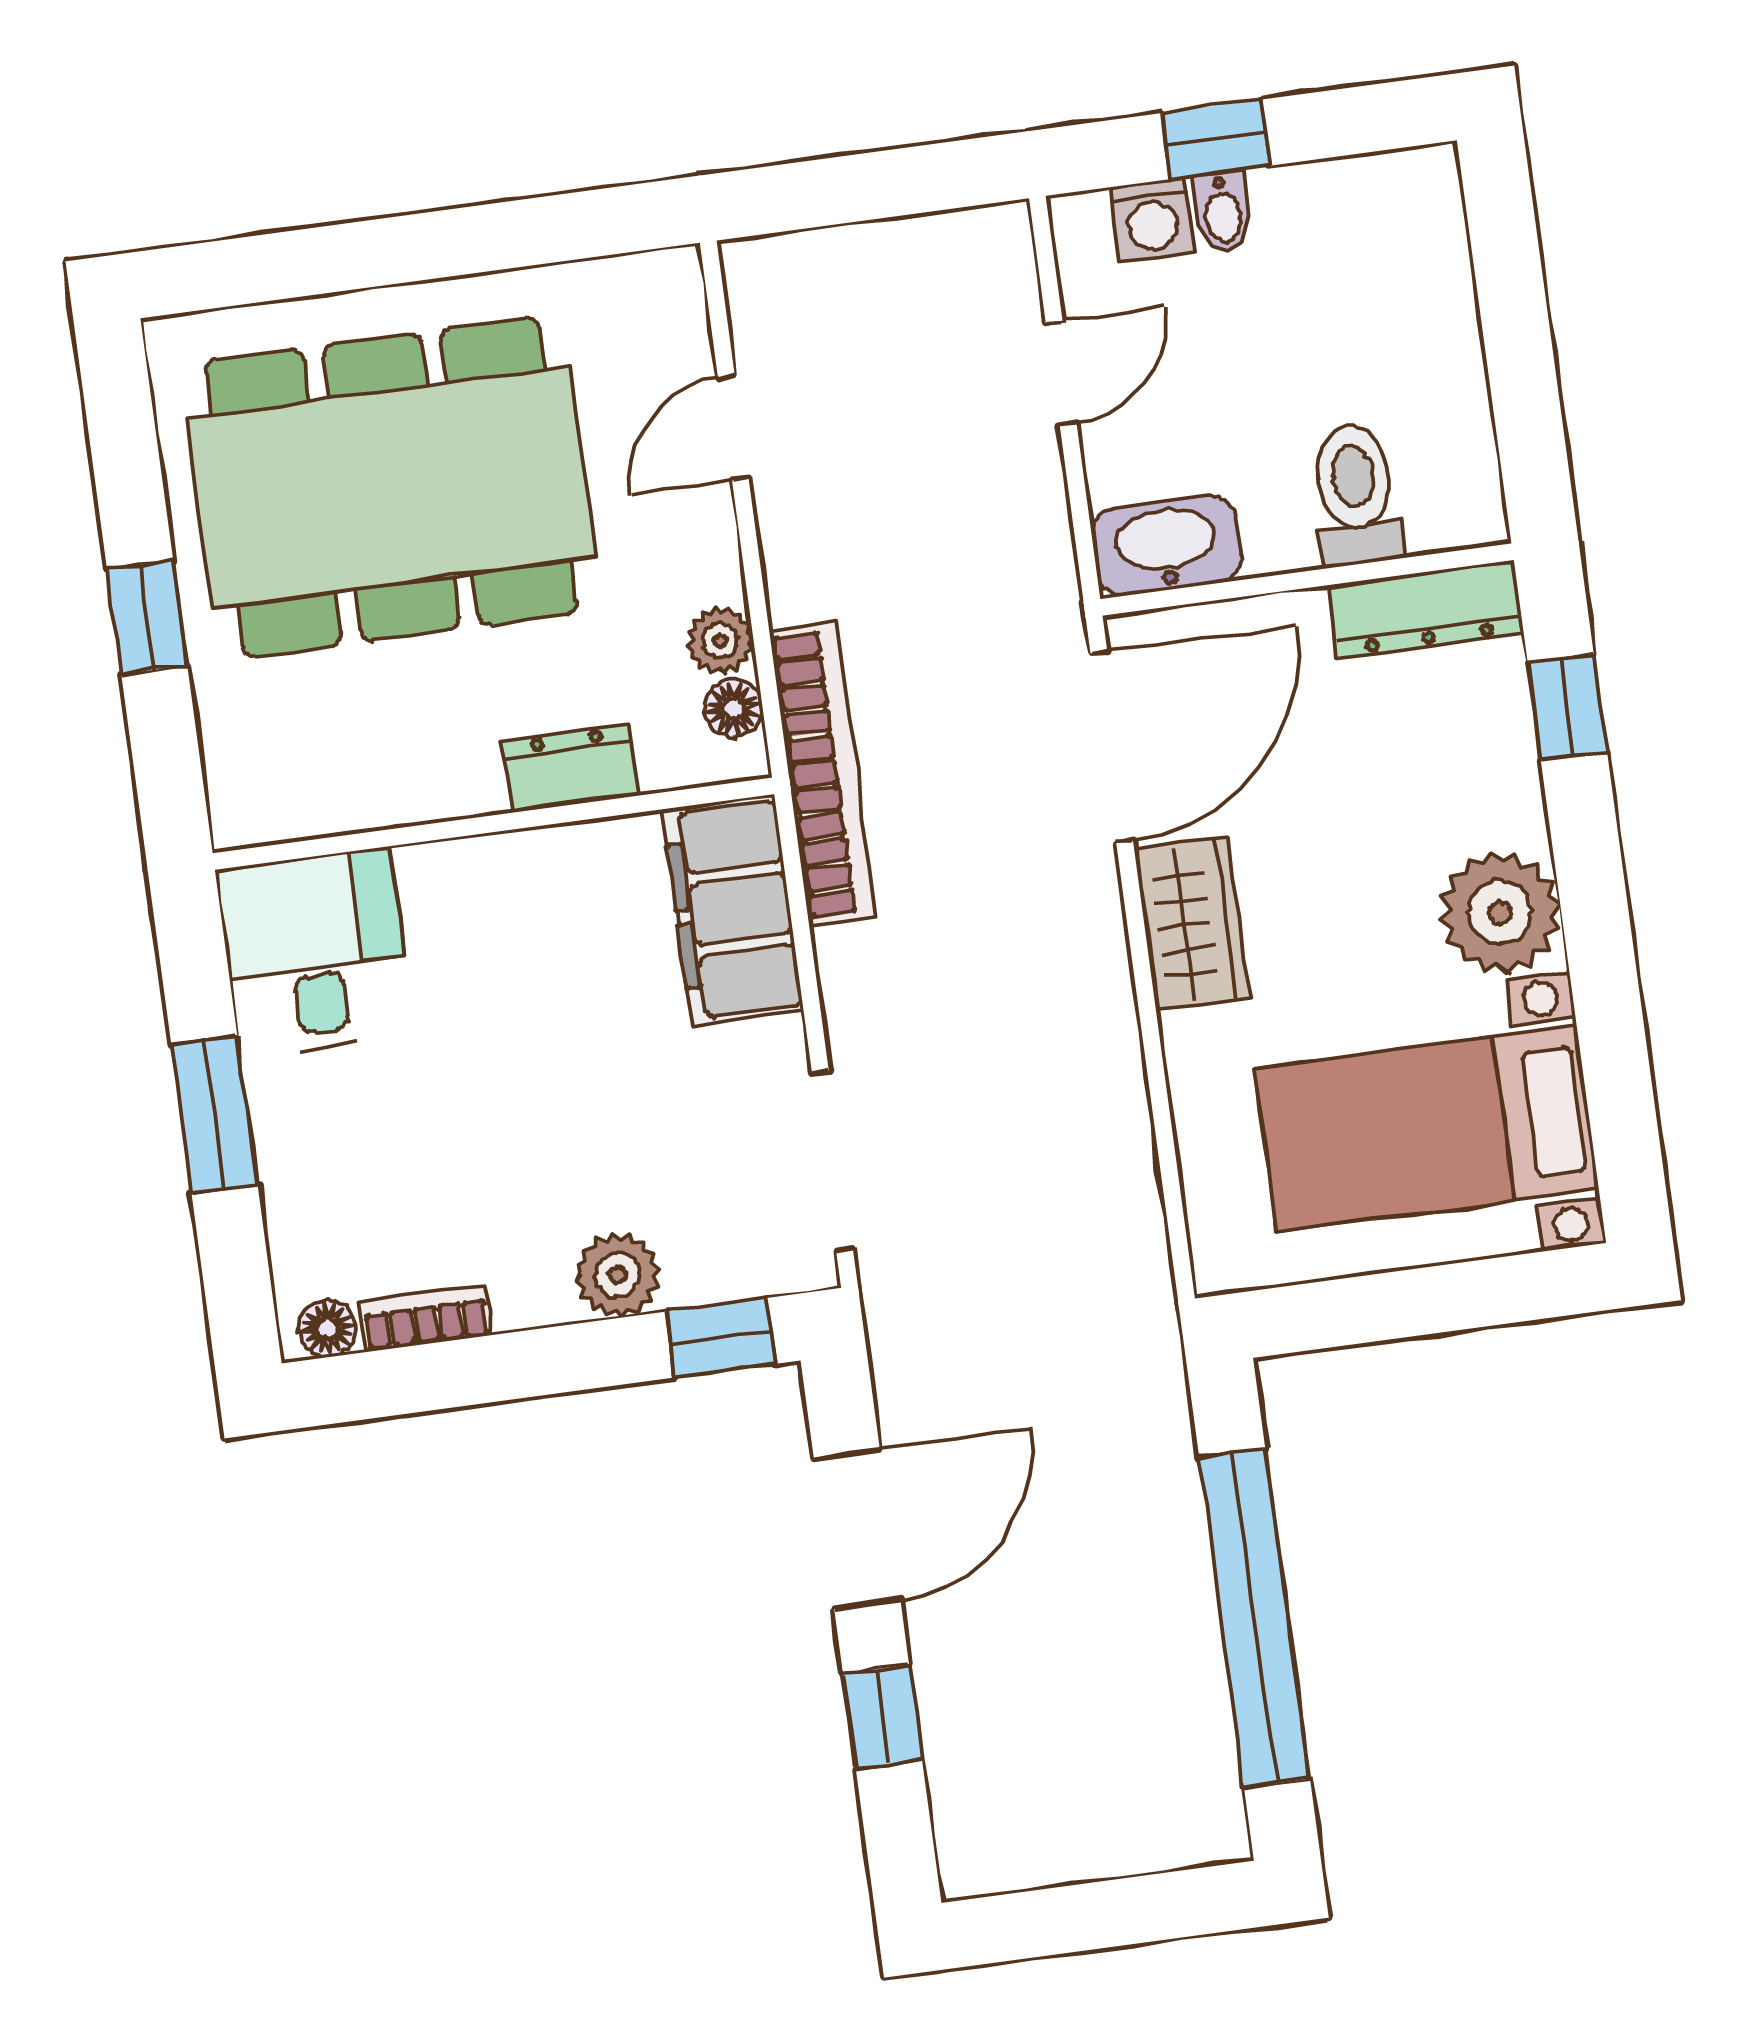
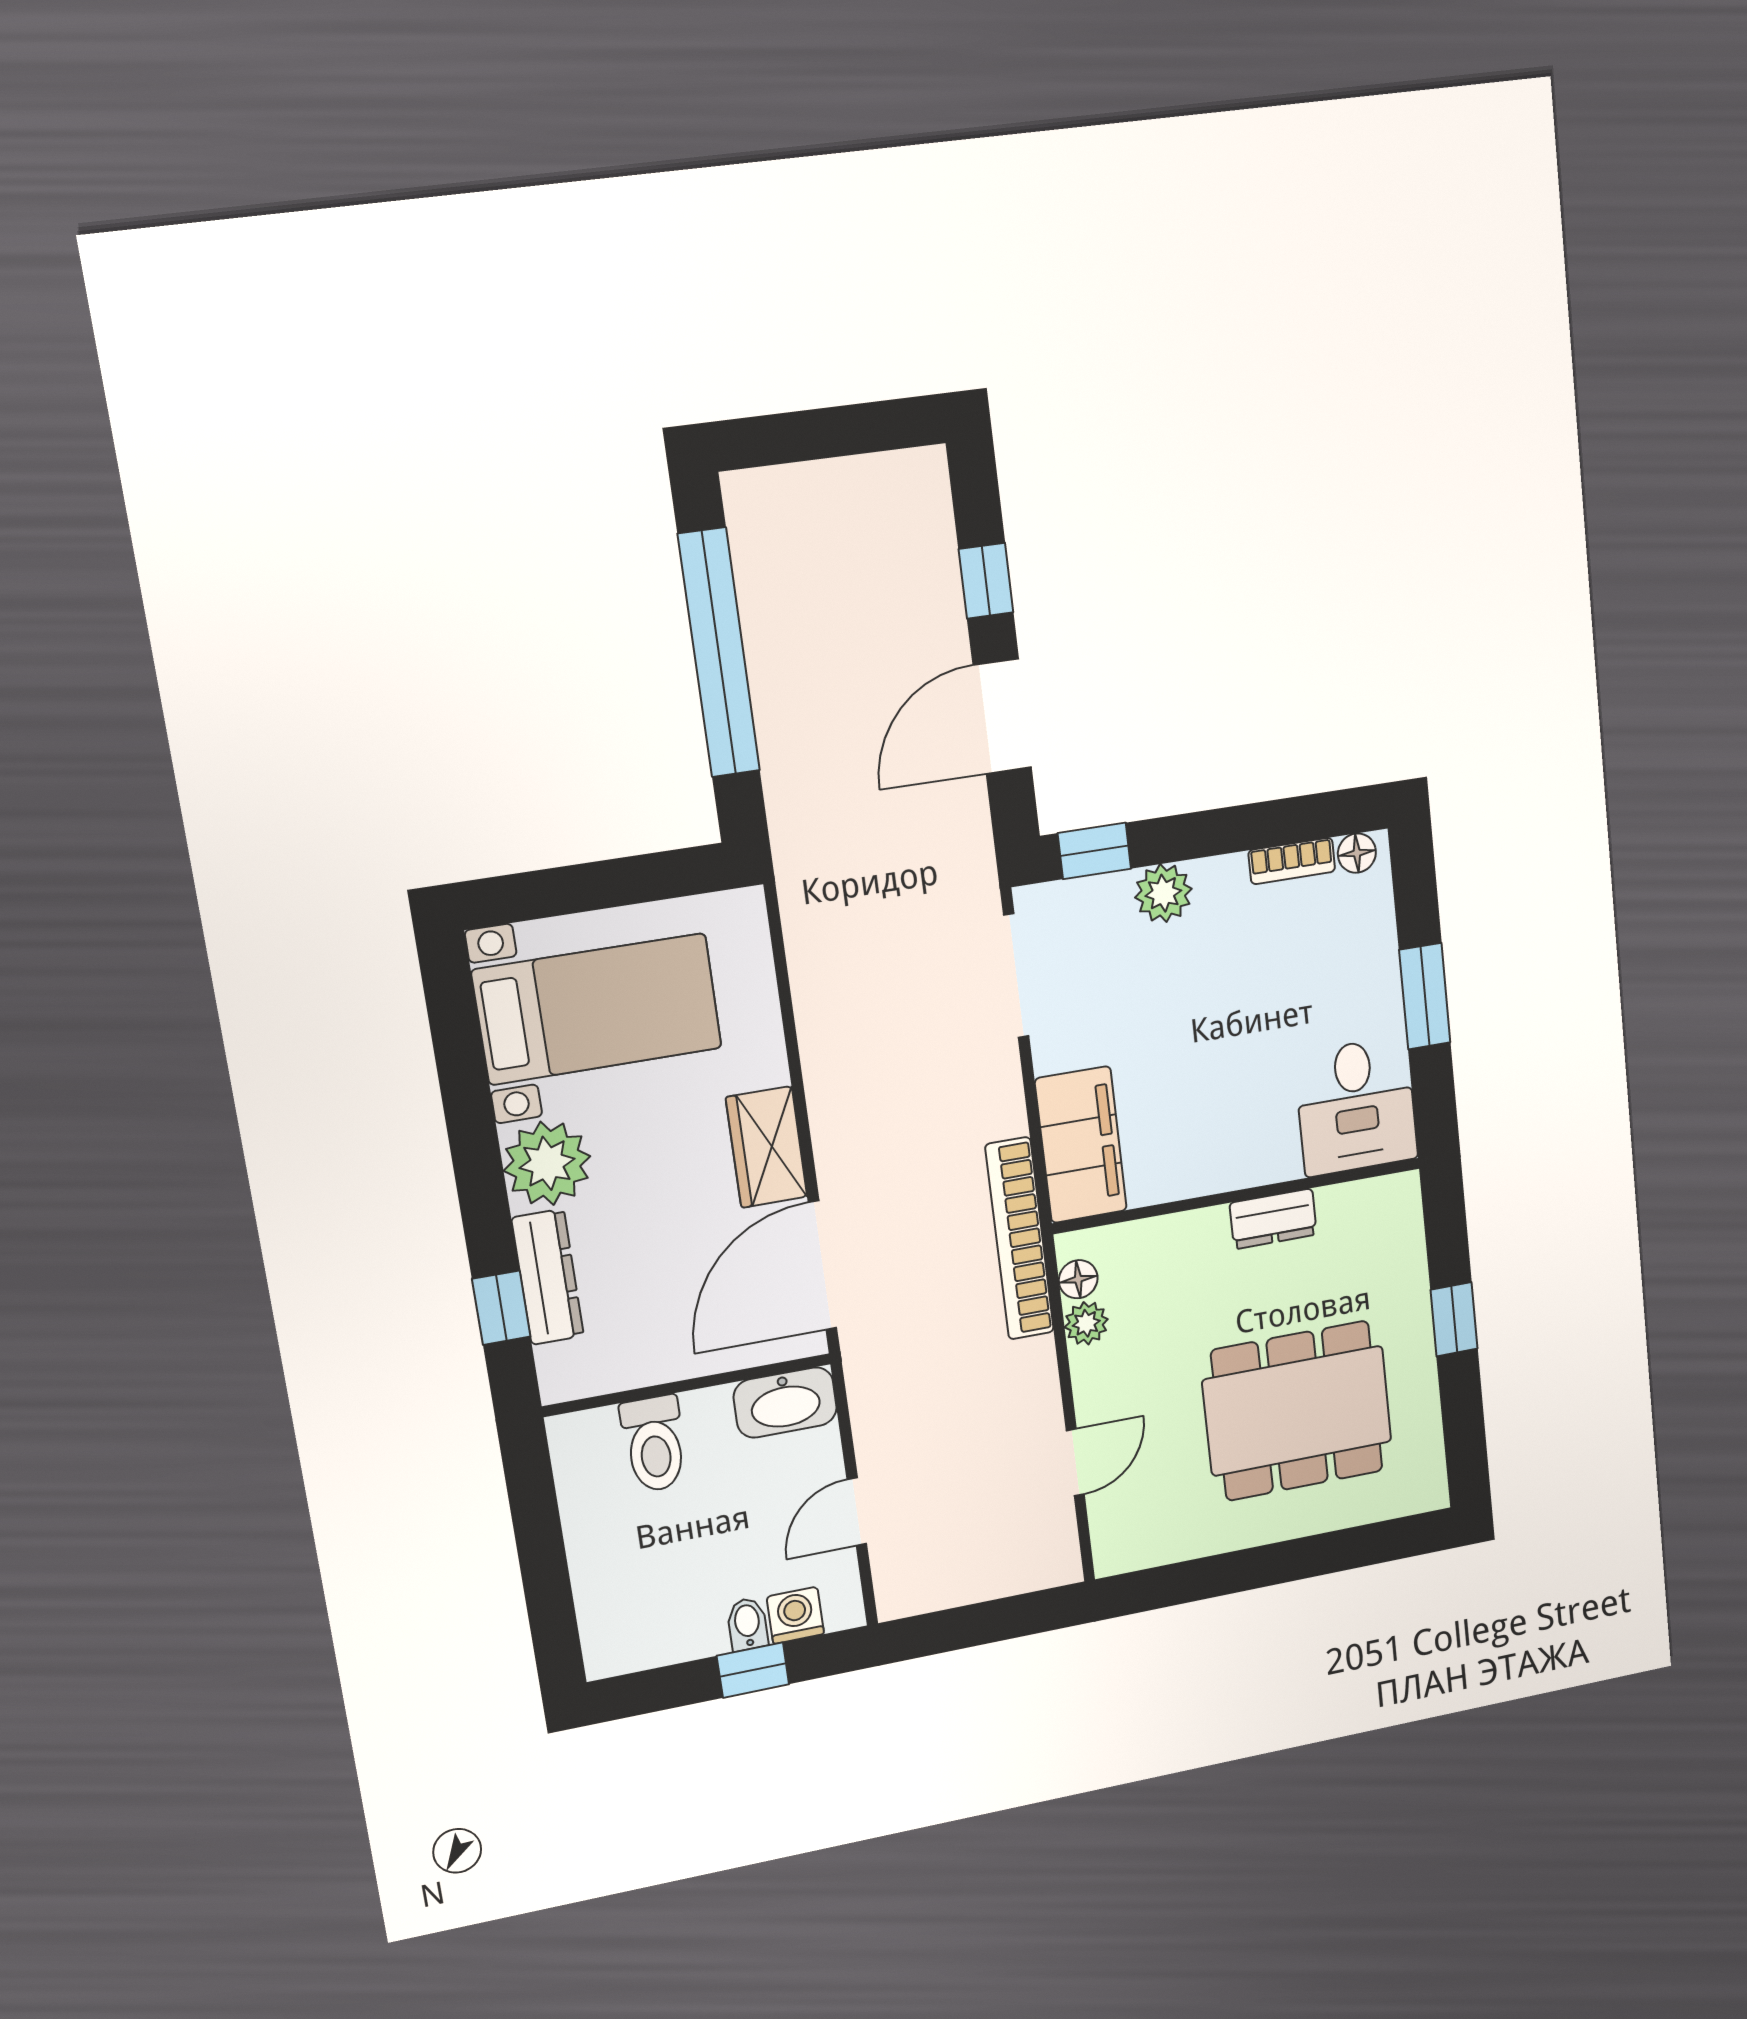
dining table: (391, 487) -> (1297, 1411), width x0.73, depth x0.80
dresser: (1425, 609) -> (548, 1277), moved, turned 90
dresser: (570, 768) -> (1273, 1219), moved

